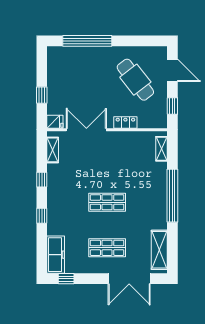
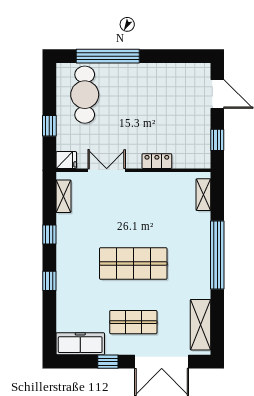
cafe table: (135, 80) -> (85, 95), moved, turned 38
double door: (86, 130) -> (107, 170), width x0.73
shop shelf: (107, 202) -> (133, 263), width x1.43, depth x1.36
freezer: (56, 255) -> (80, 344), moved, turned -90
window: (66, 279) -> (108, 362), moved

